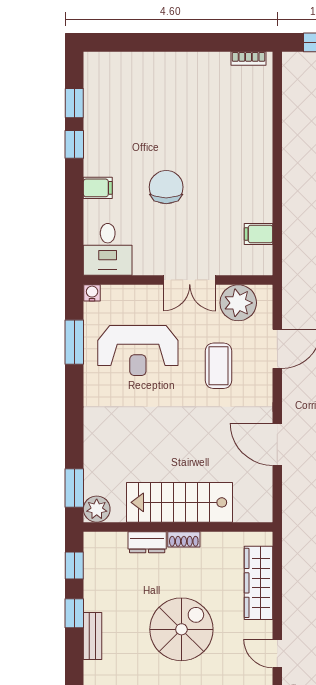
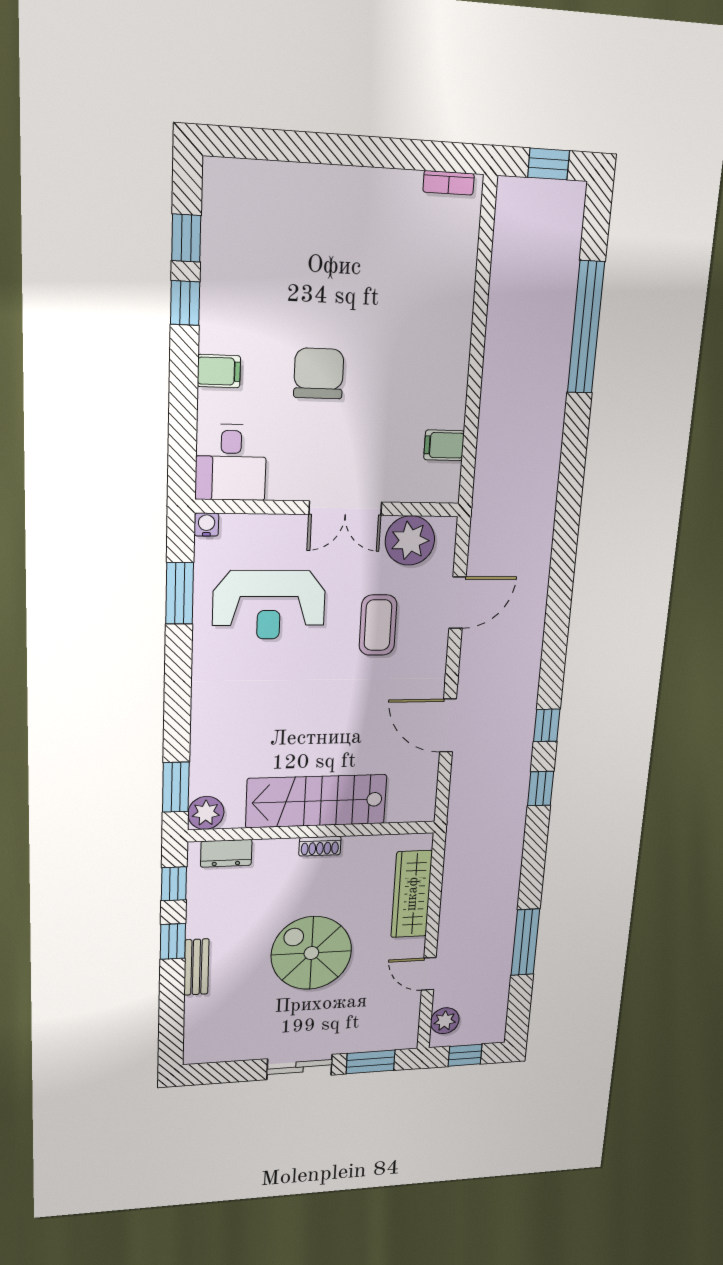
dresser: (147, 542) -> (226, 853), moved
spiral stairs: (181, 629) -> (311, 953), turned -90

